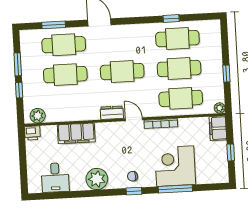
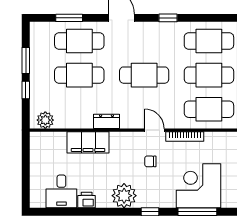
window: (171, 19) -> (168, 18), moved
dresser: (112, 113) -> (106, 121), moved
printer: (32, 133) -> (87, 200), moved, turned 180
chair: (133, 176) -> (150, 161), moved
plant: (97, 179) -> (124, 196), moved

